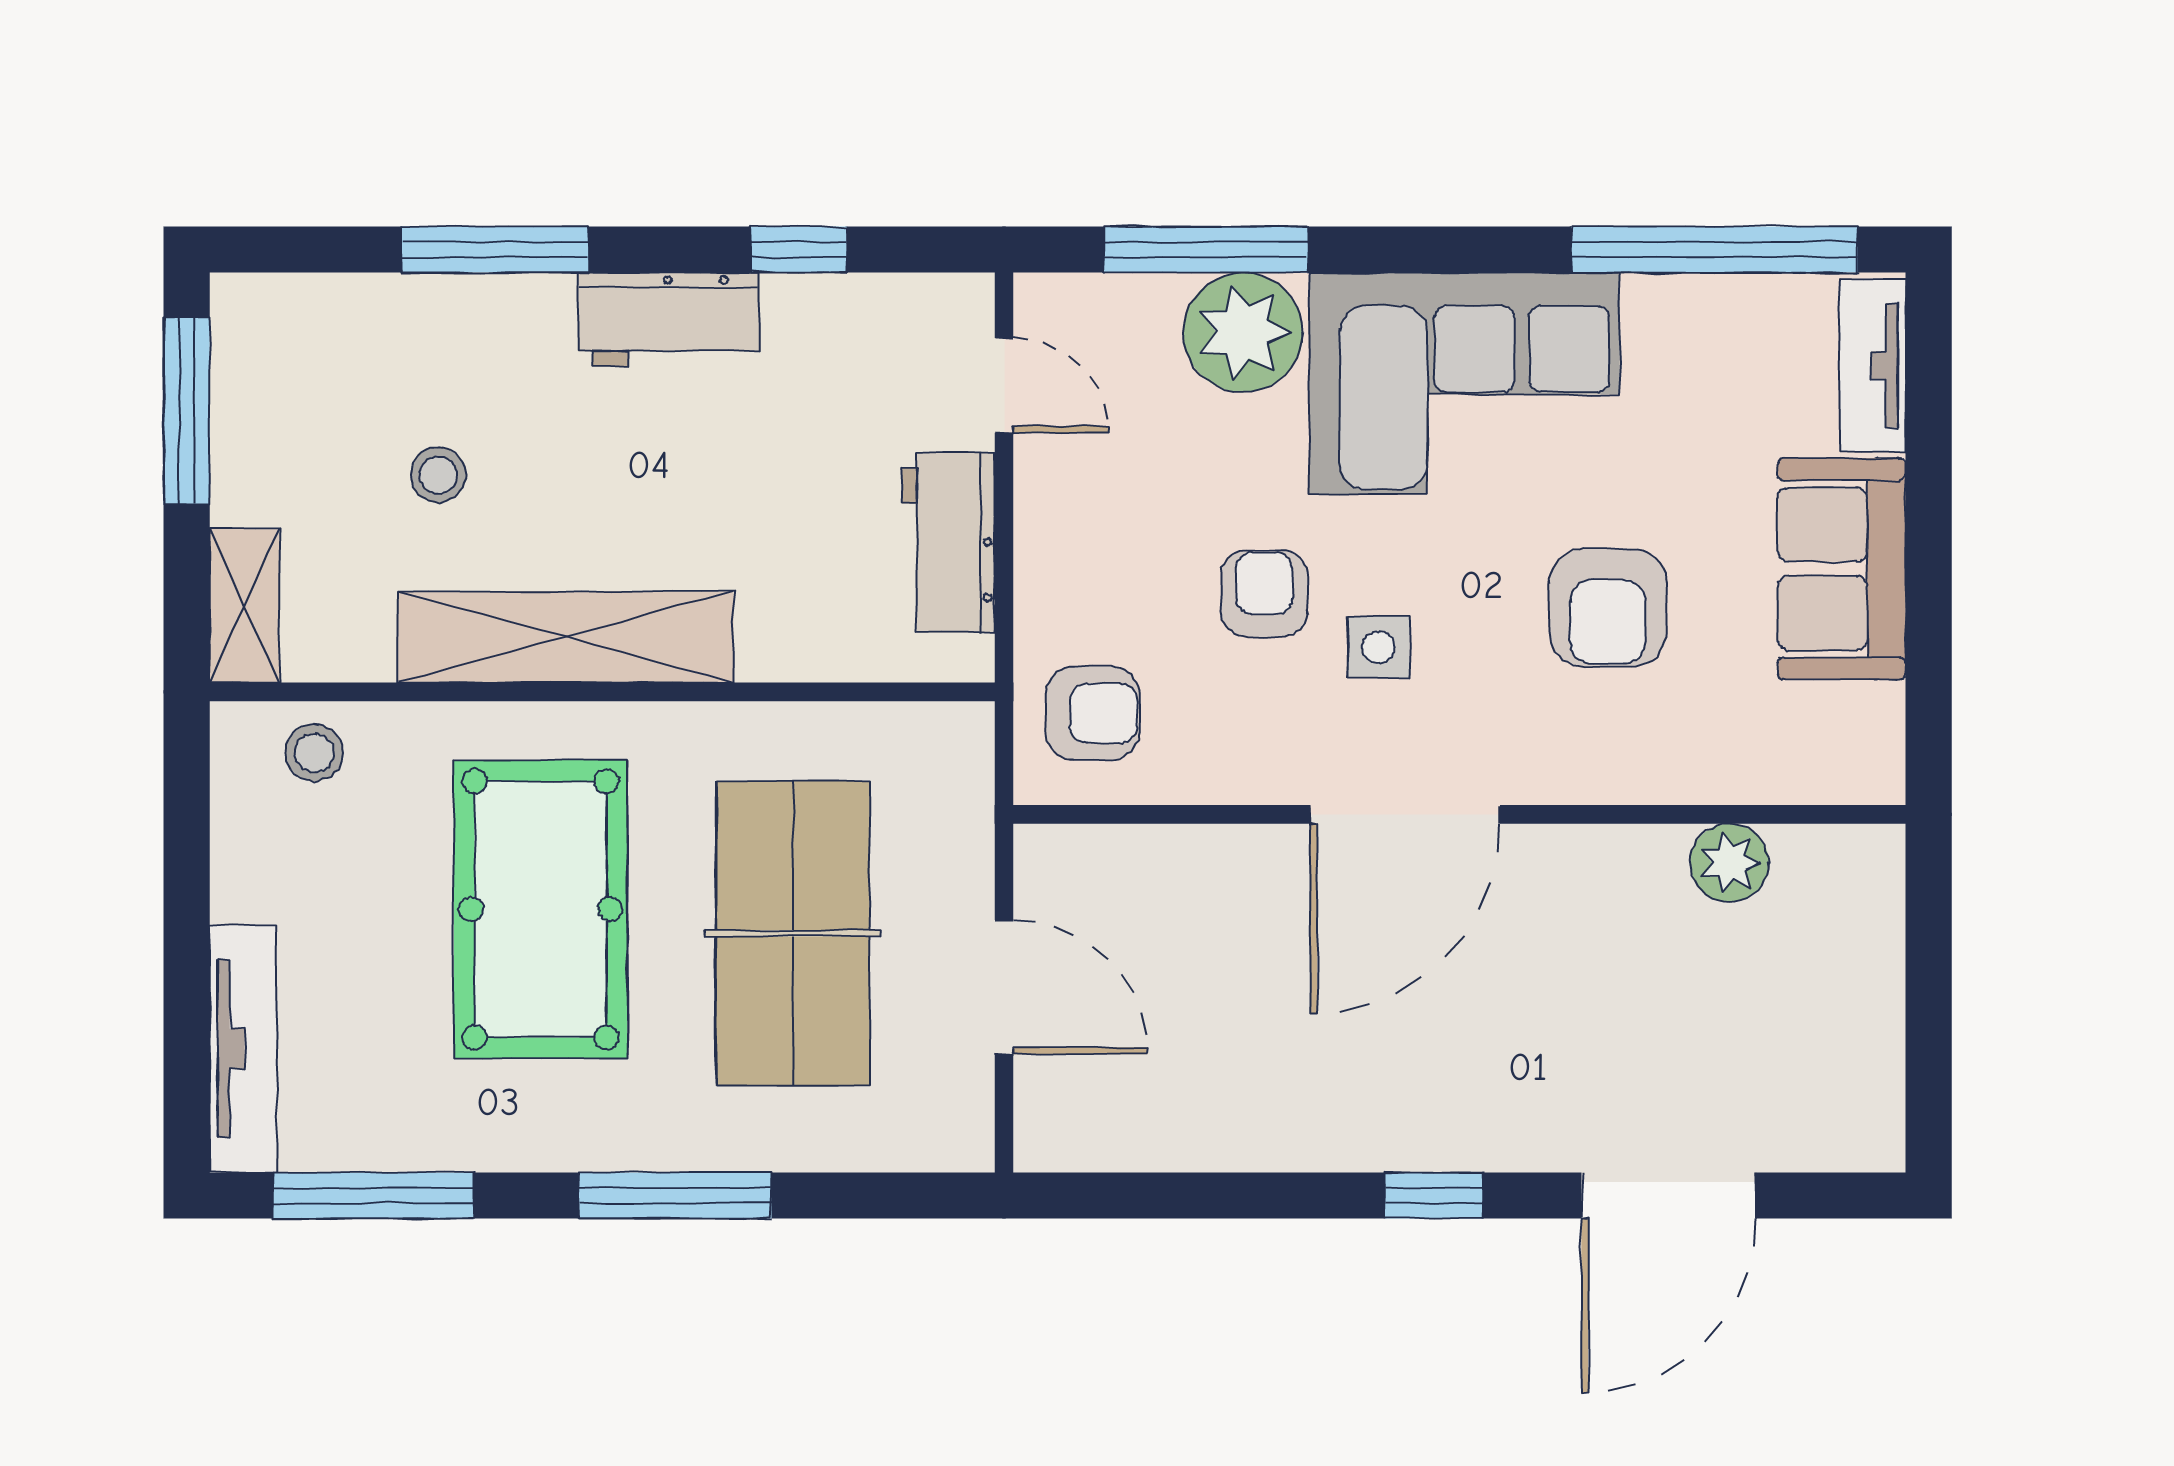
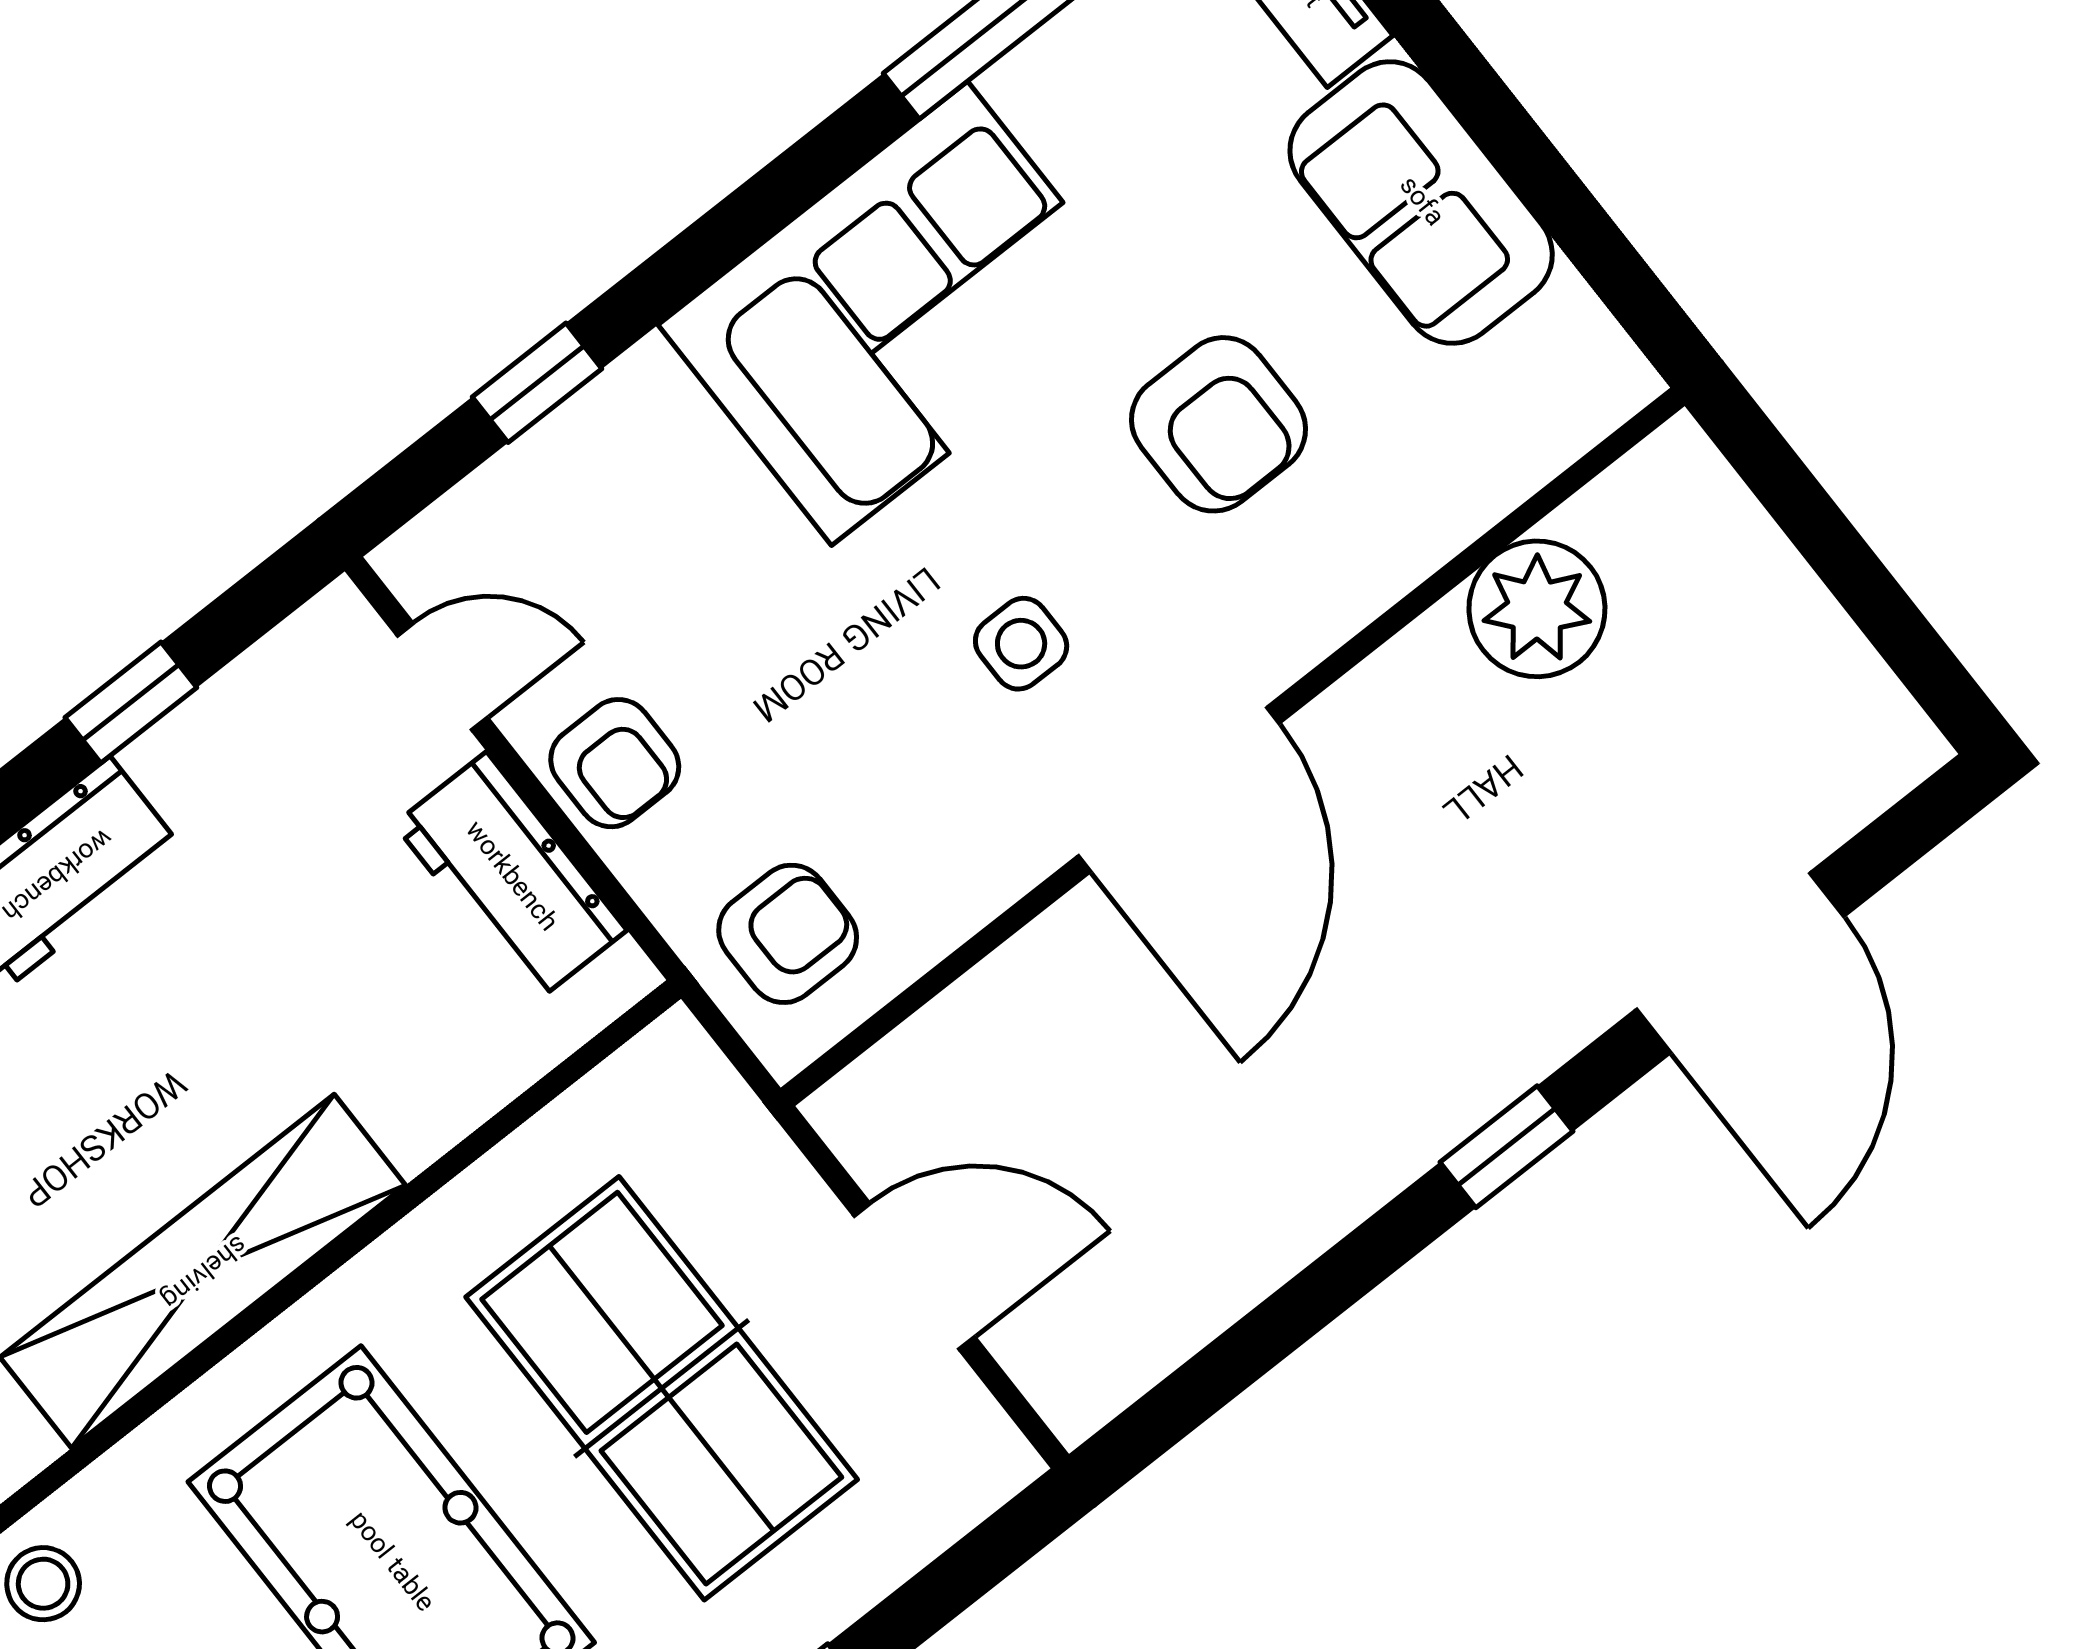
window: (1206, 250) -> (537, 383), width x0.46
plant: (1243, 332) -> (639, 436), removed
armchair: (1264, 593) -> (615, 763), moved, turned 180
plant: (1729, 863) -> (1537, 609), width x1.36, depth x1.36

